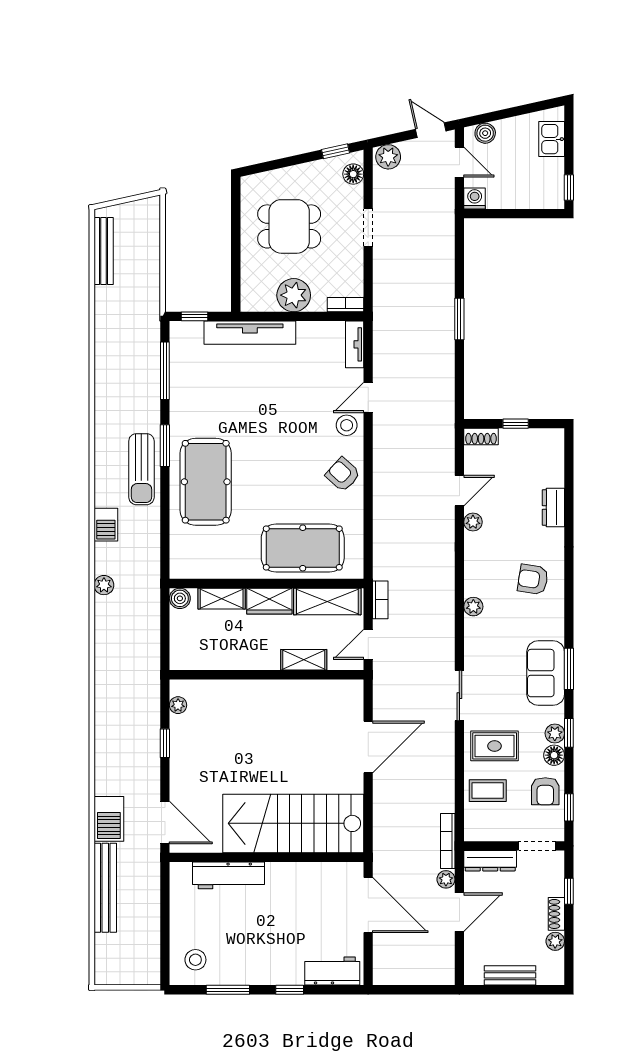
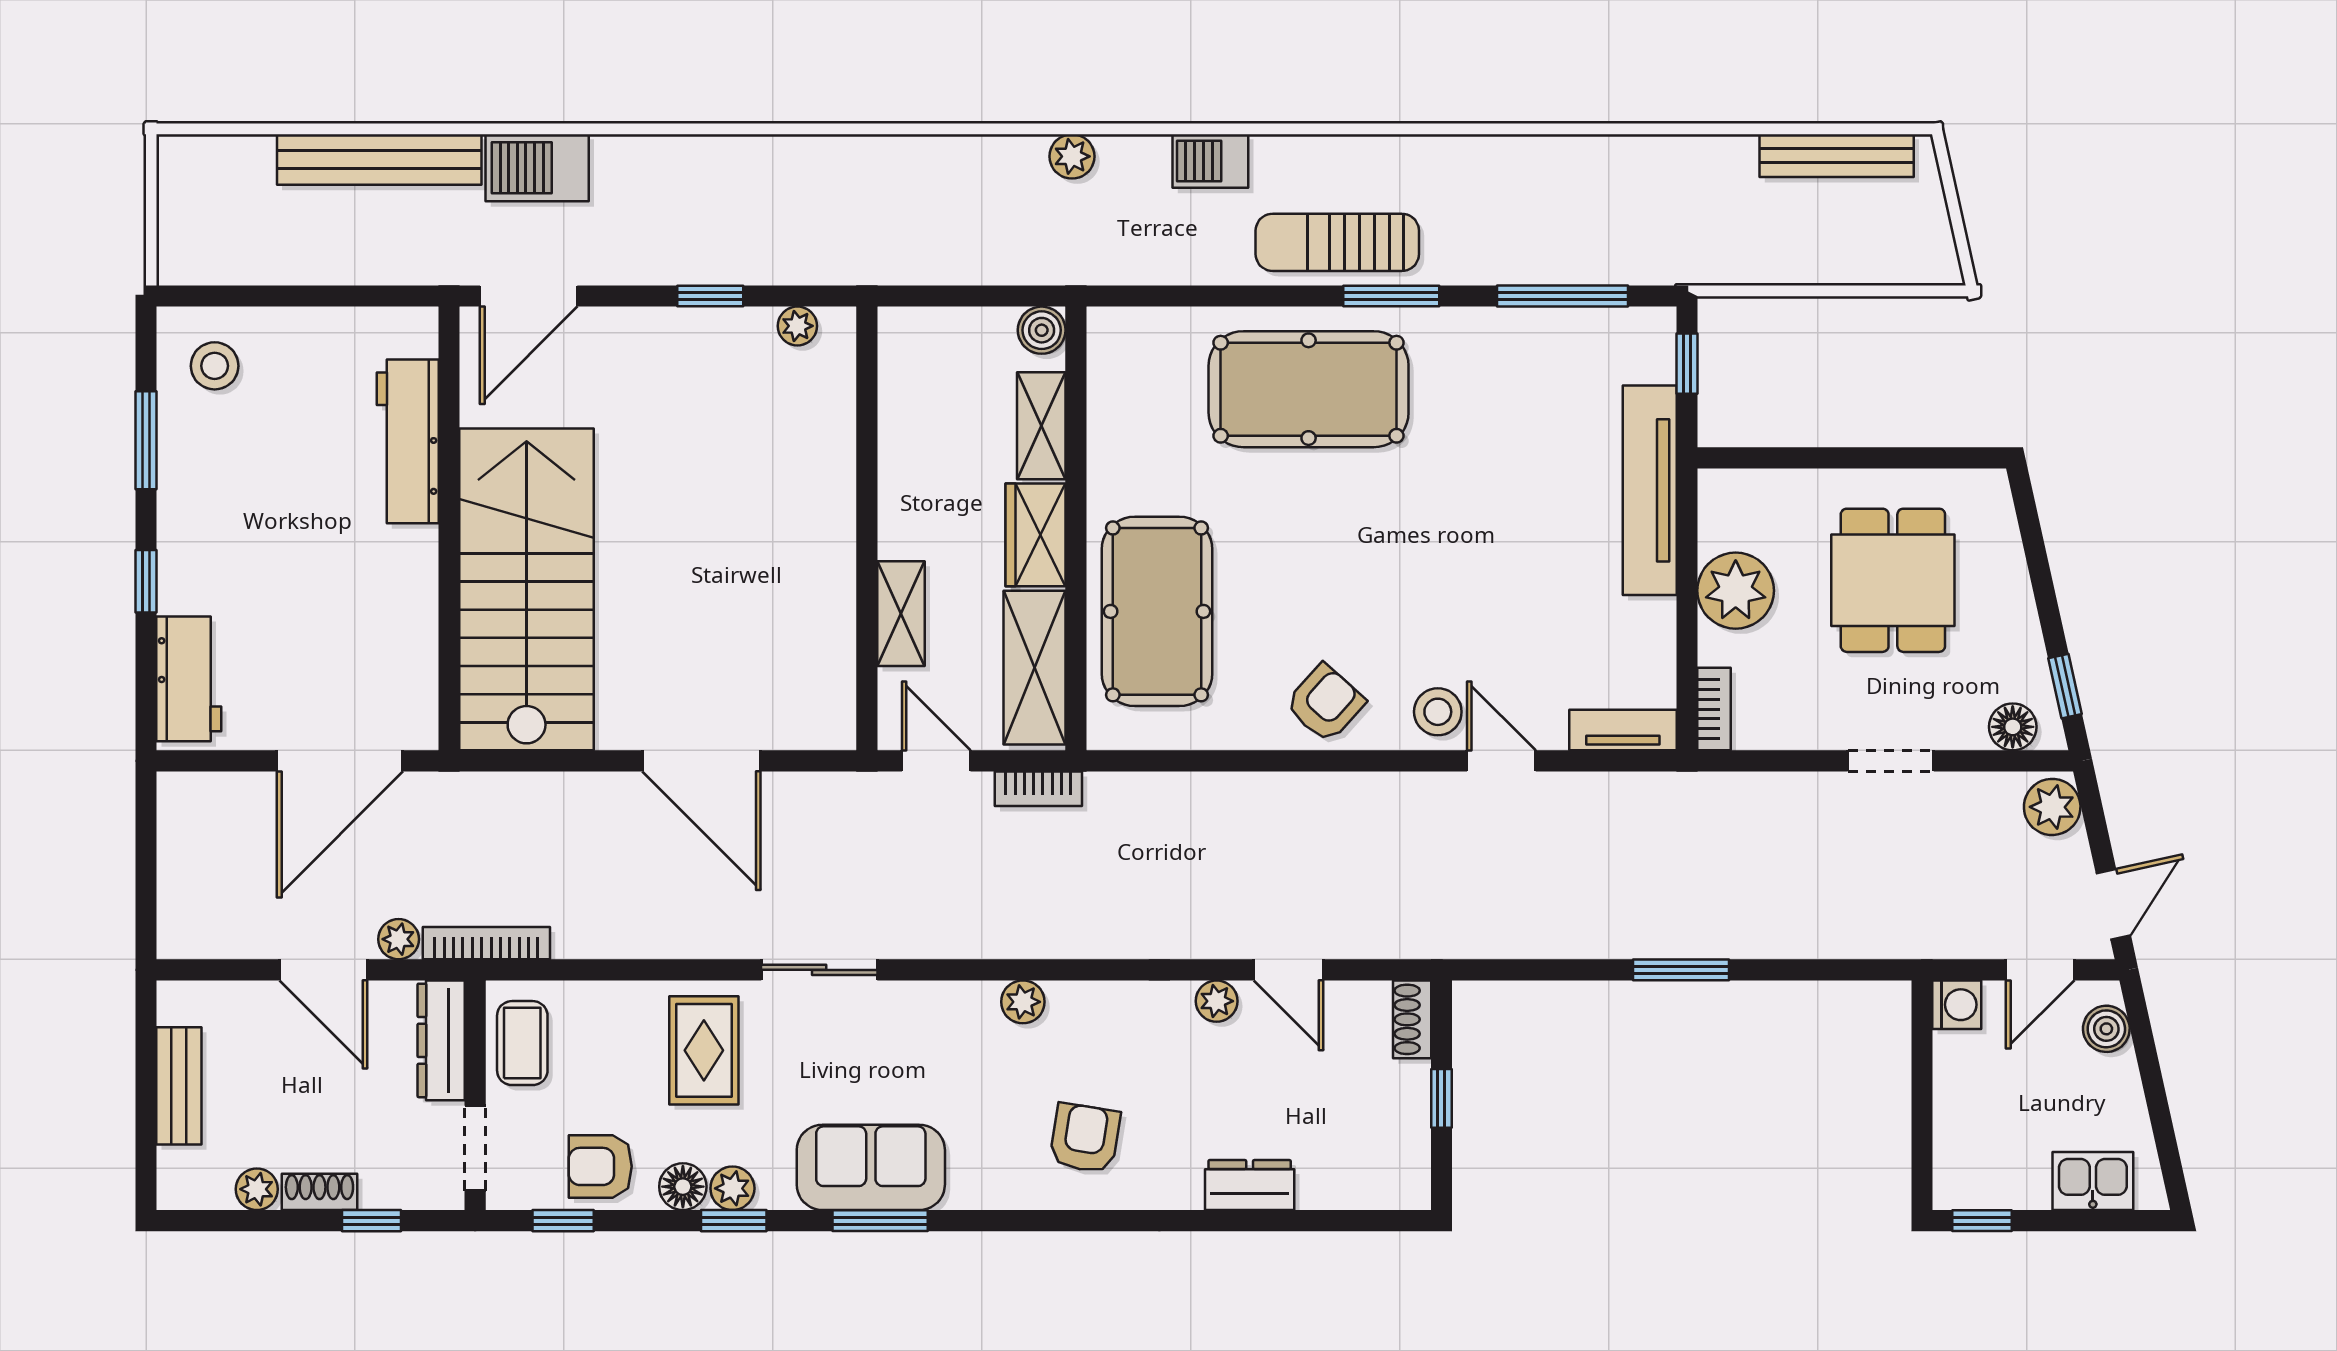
coffee table: (488, 791) -> (522, 1043), moved

